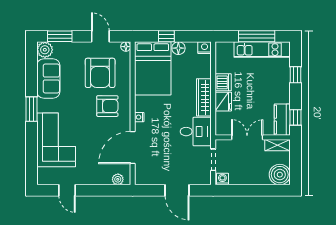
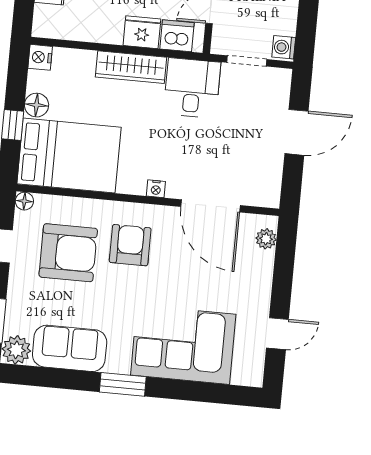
dishwasher: (223, 82) -> (177, 36), moved

